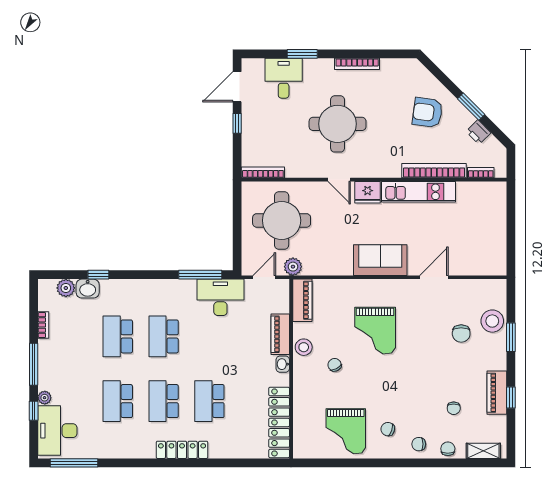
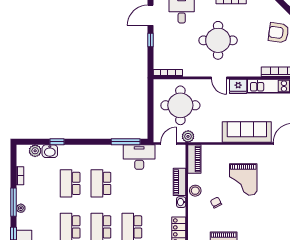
sofa: (380, 260) -> (247, 132), width x1.36
plant: (45, 398) -> (21, 208), moved

